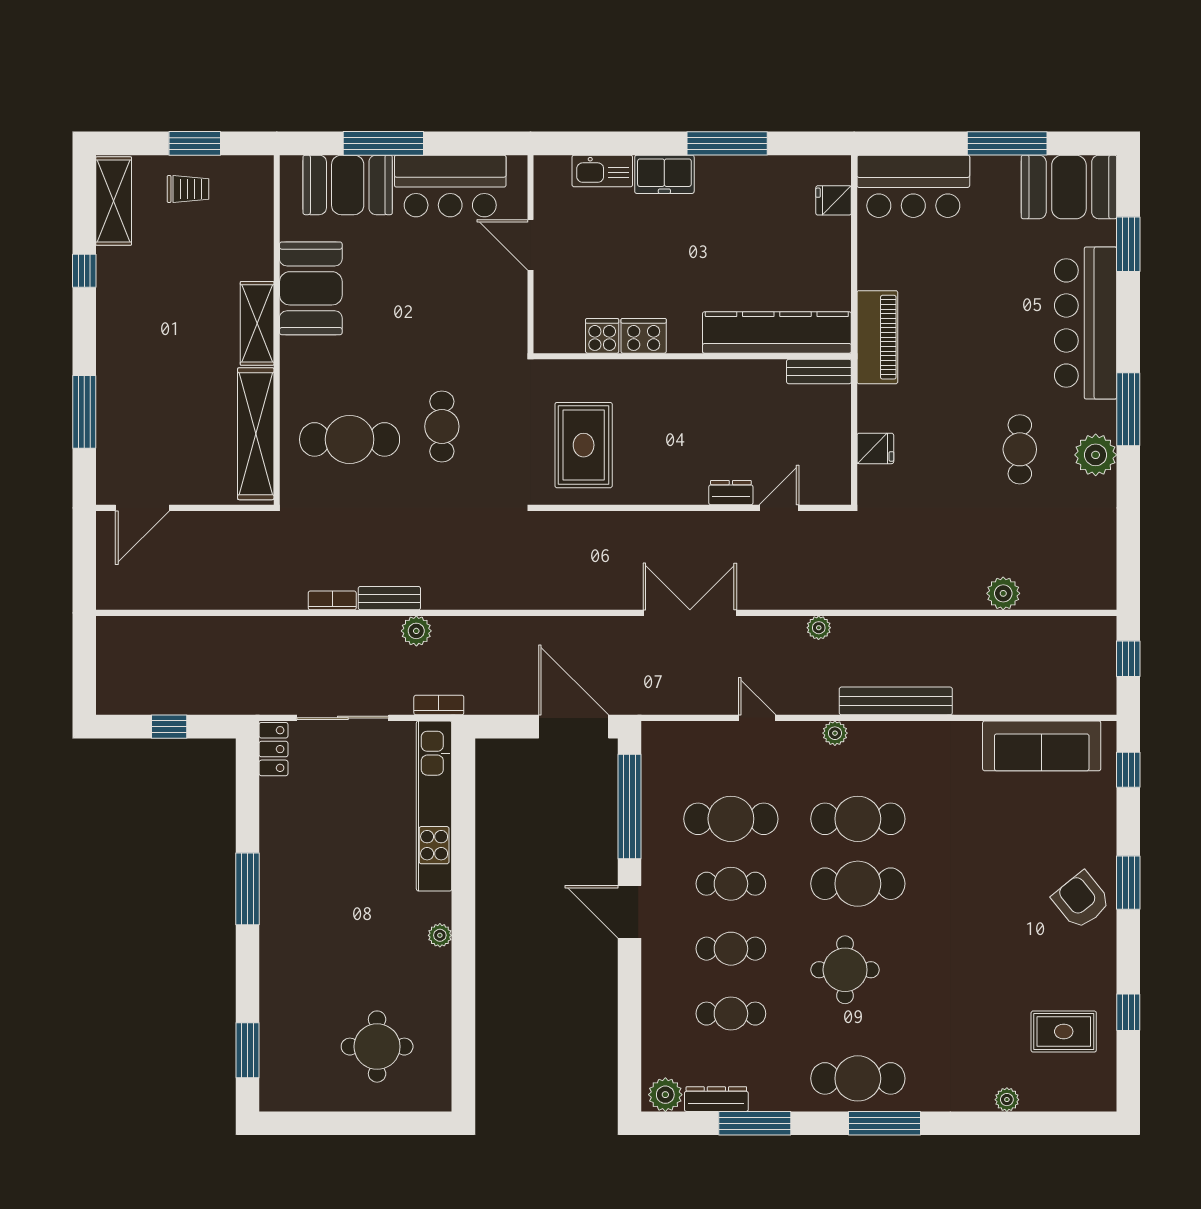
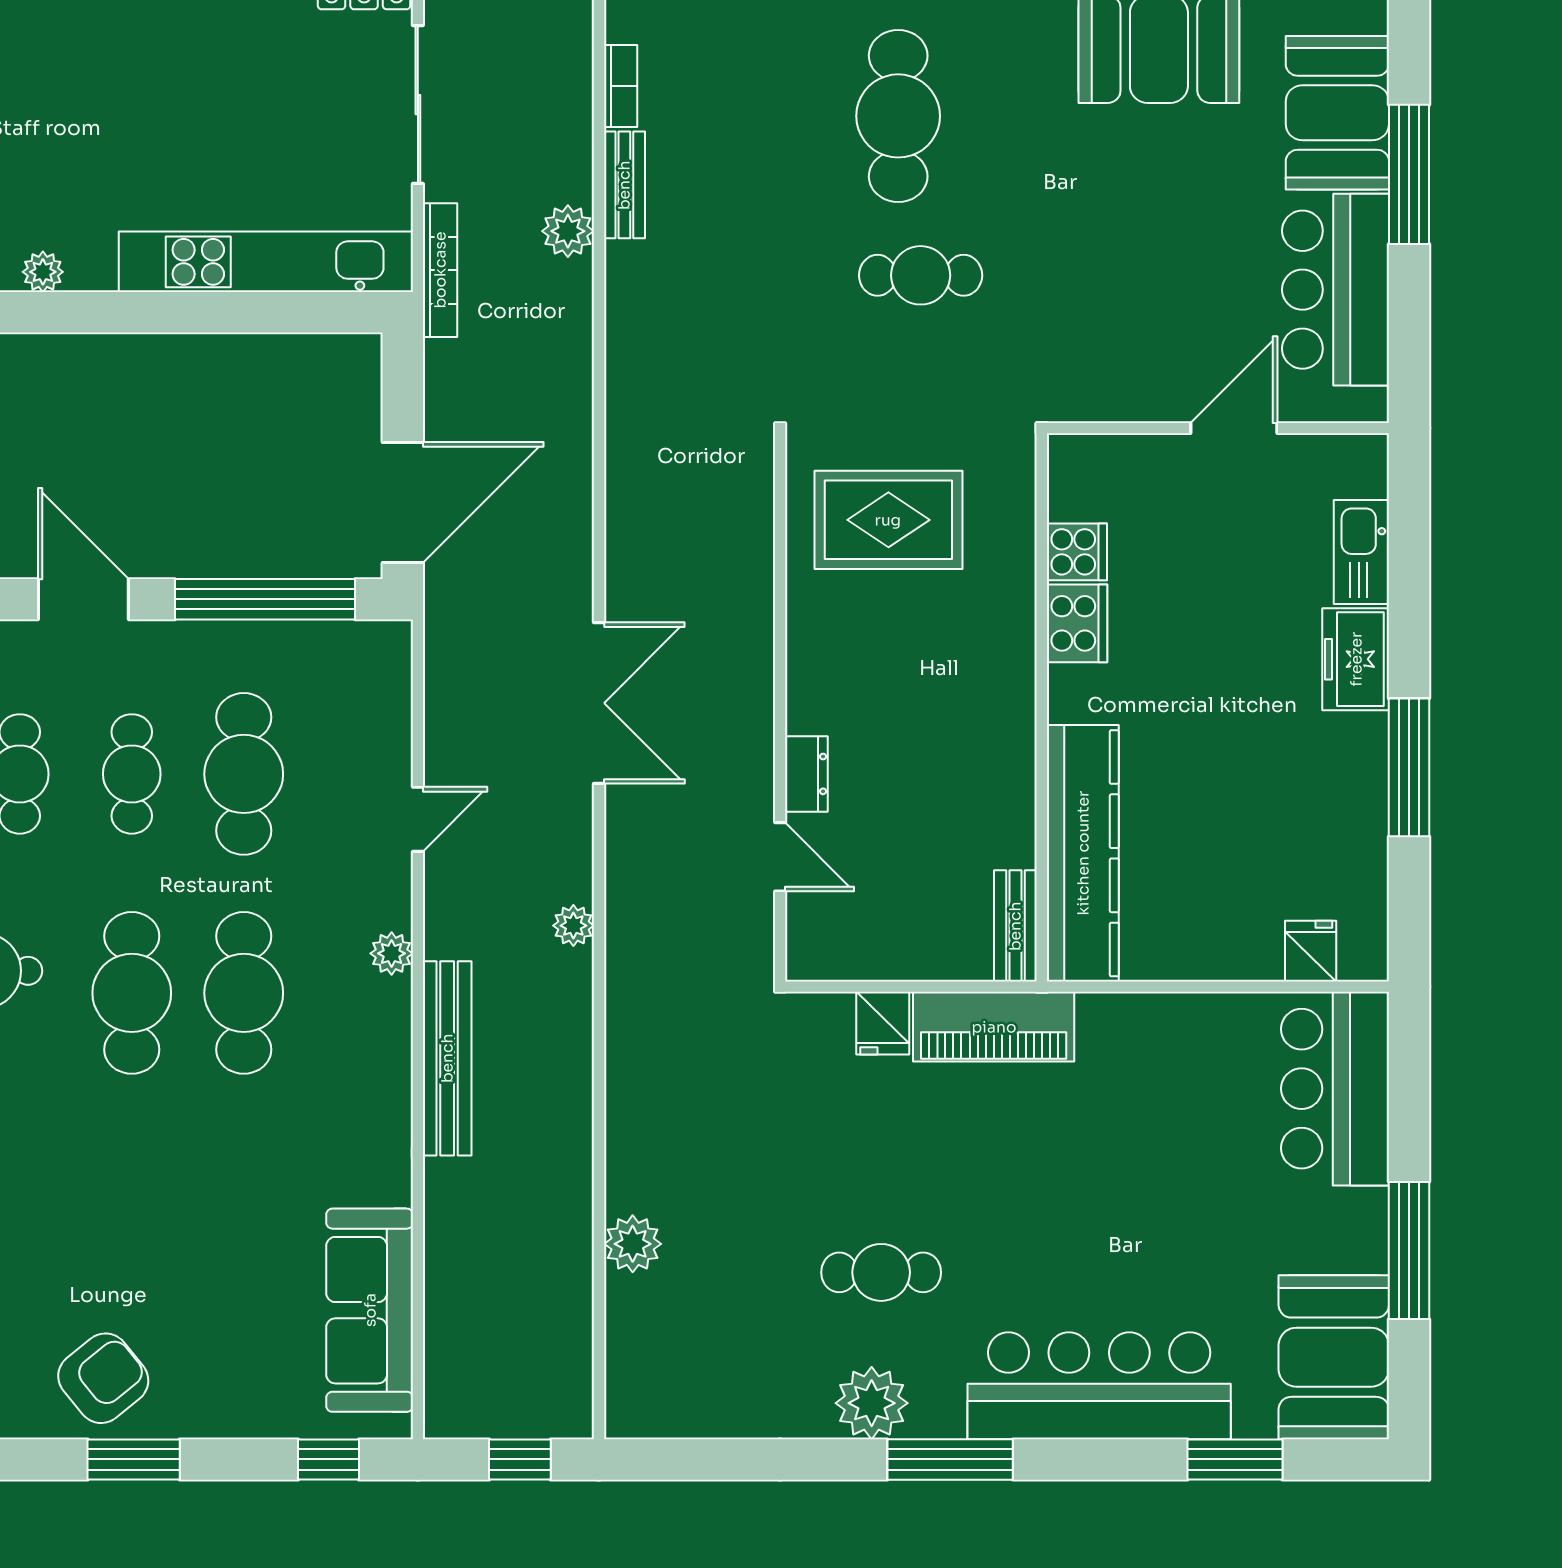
piano: (877, 337) -> (994, 1027), moved
bookcase: (439, 705) -> (440, 270), width x1.56
door: (630, 912) -> (83, 599), hinge flipped

